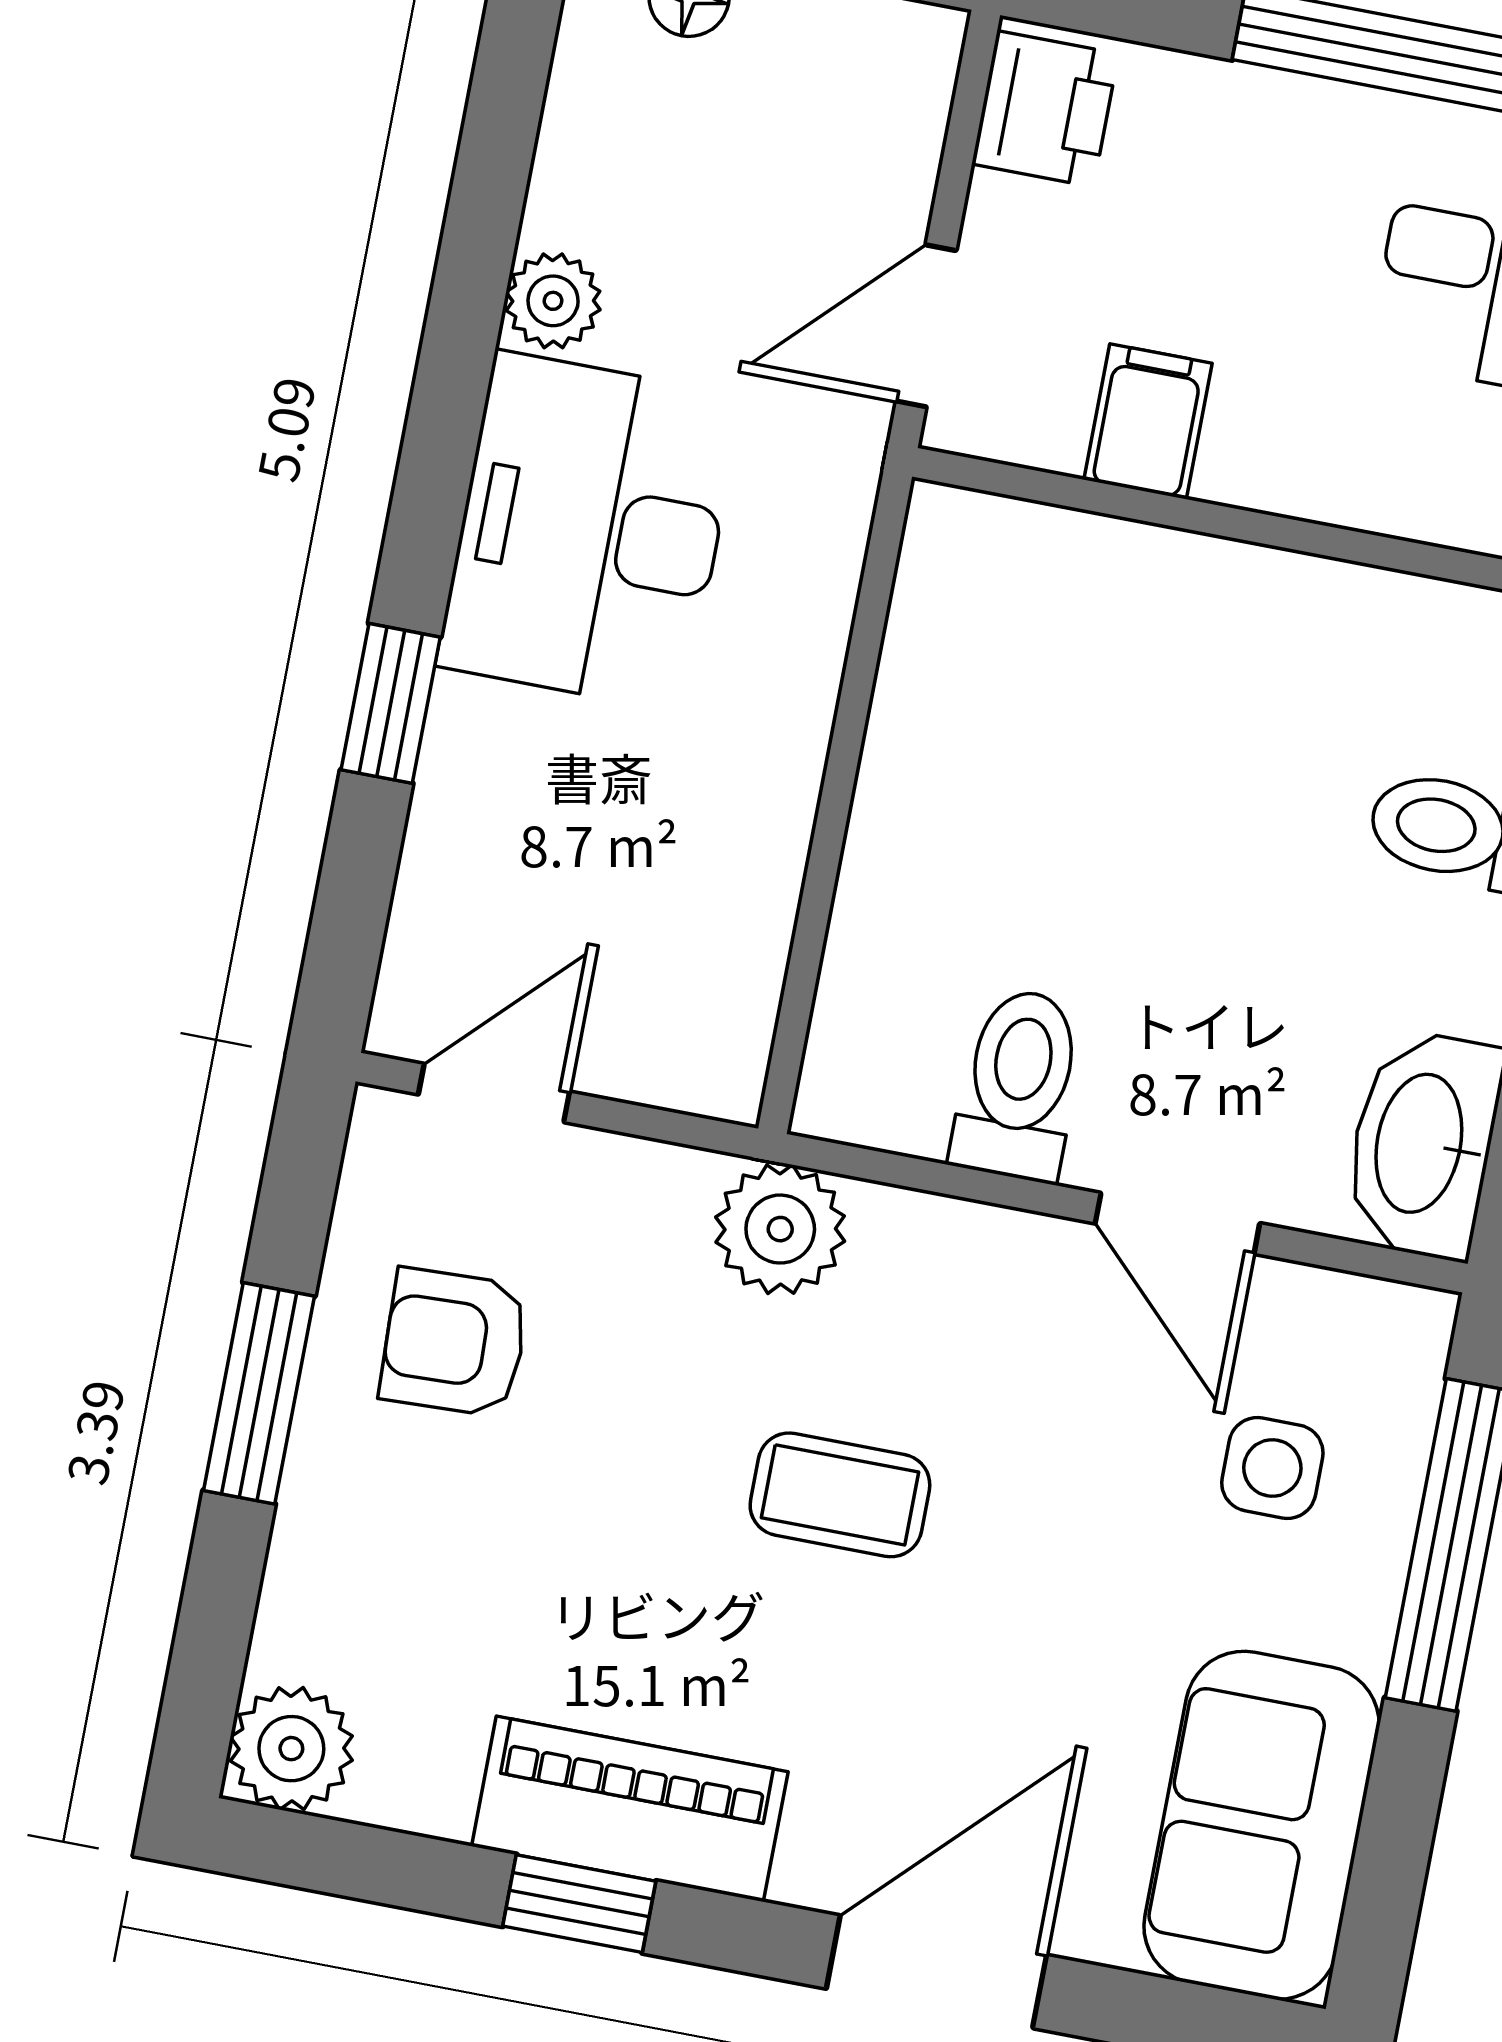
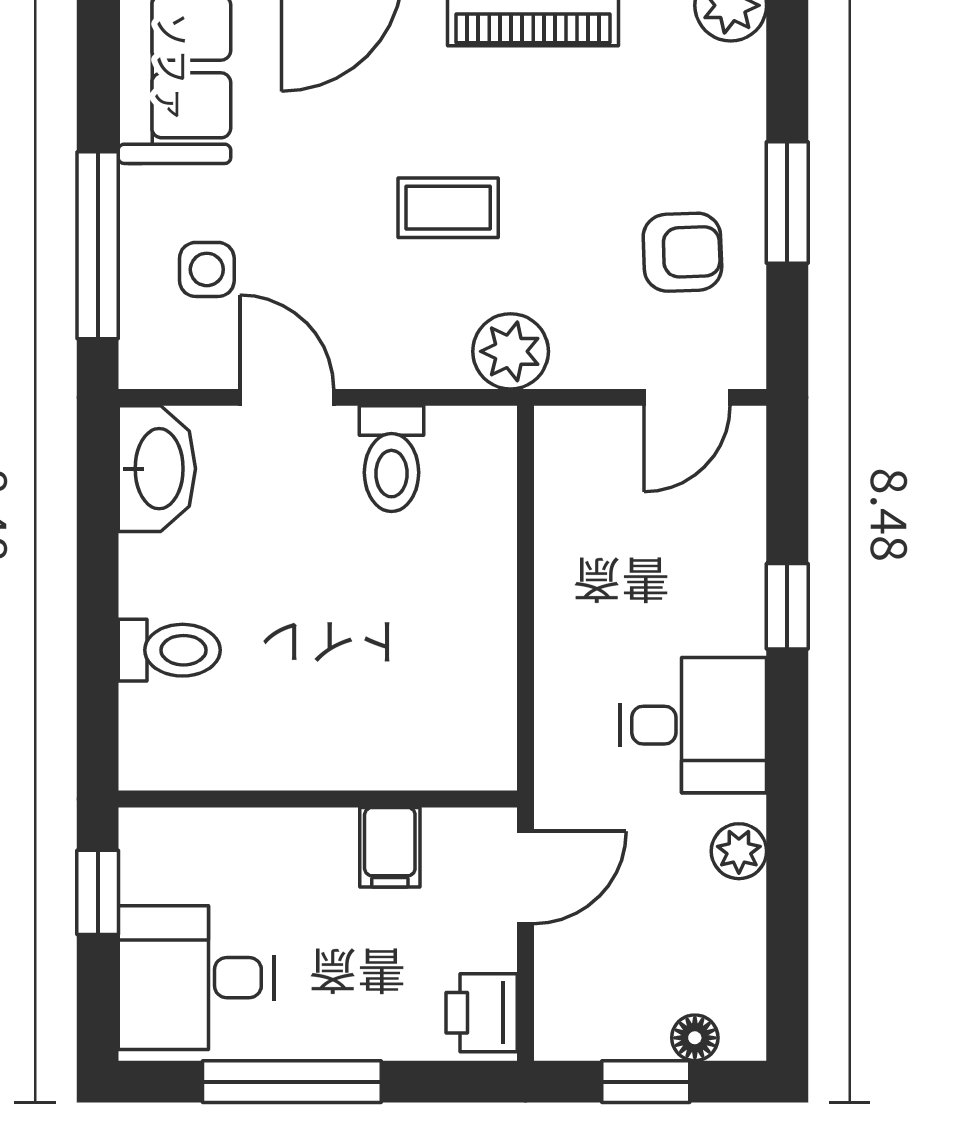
desk: (590, 531) -> (693, 725), width x0.73

